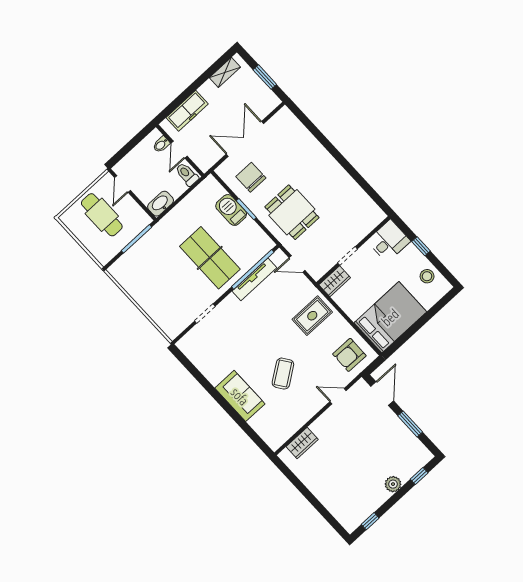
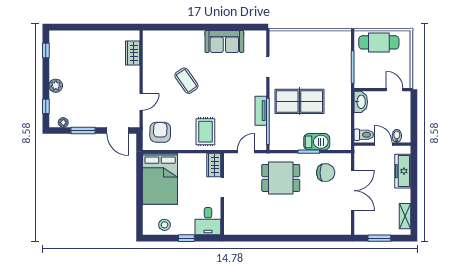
cafe table: (102, 215) -> (379, 42), moved
tv unit: (254, 279) -> (261, 111), width x0.71
sofa: (240, 396) -> (224, 41), moved
plant: (419, 448) -> (63, 123), added

